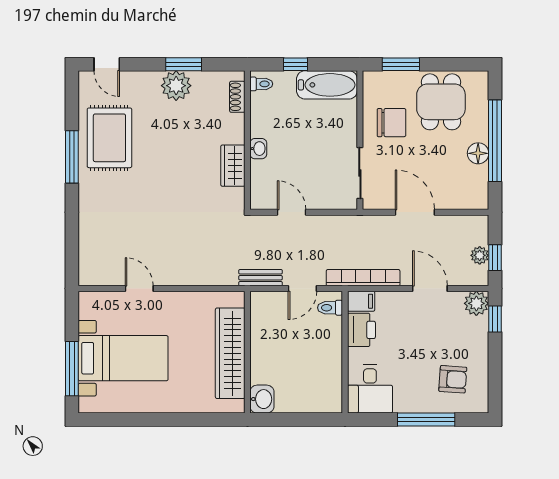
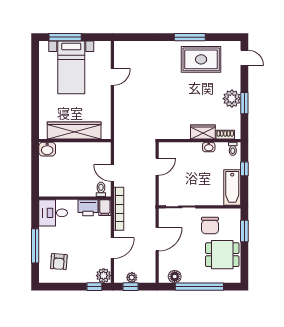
door: (107, 64) -> (244, 58), swing flipped
washbasin: (258, 149) -> (209, 147), moved
floor lamp: (478, 153) -> (175, 276), moved
wardrobe: (233, 166) -> (203, 132), moved
bench: (260, 278) -> (119, 148), removed

